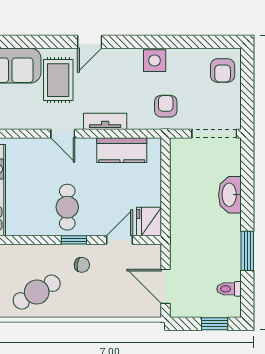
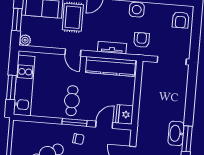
tv unit: (105, 121) -> (112, 48), moved
kitchen counter: (122, 150) -> (111, 66), width x1.50
washbasin: (230, 195) -> (176, 133), moved
window: (74, 240) -> (75, 122), width x1.50

